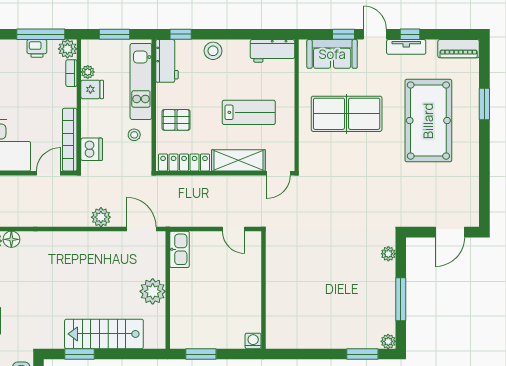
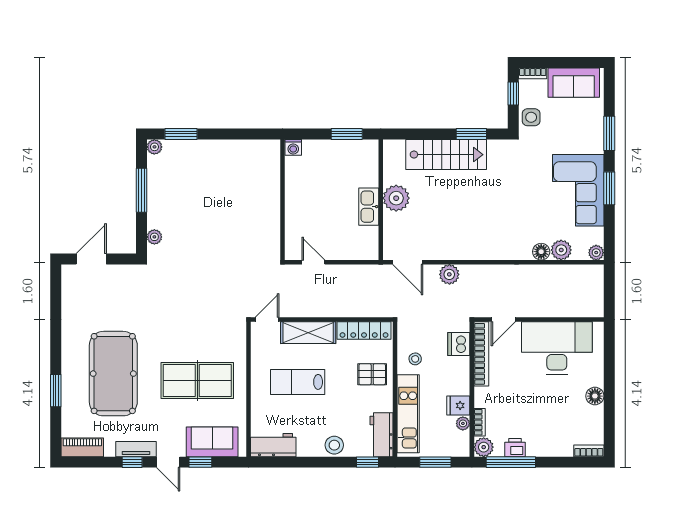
kitchen sink: (179, 249) -> (369, 207), moved

